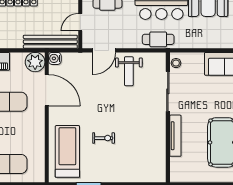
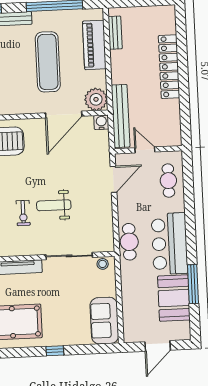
door: (104, 50) -> (113, 179), swing flipped
weight bench: (129, 71) -> (54, 205), moved
exercise bike: (104, 138) -> (23, 213), moved

